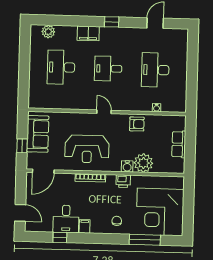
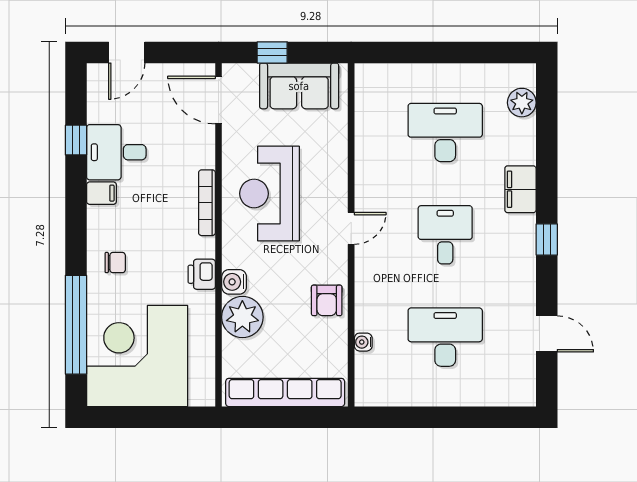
row of seats: (179, 144) -> (285, 392), width x2.02
window: (145, 240) -> (76, 325), width x1.46

